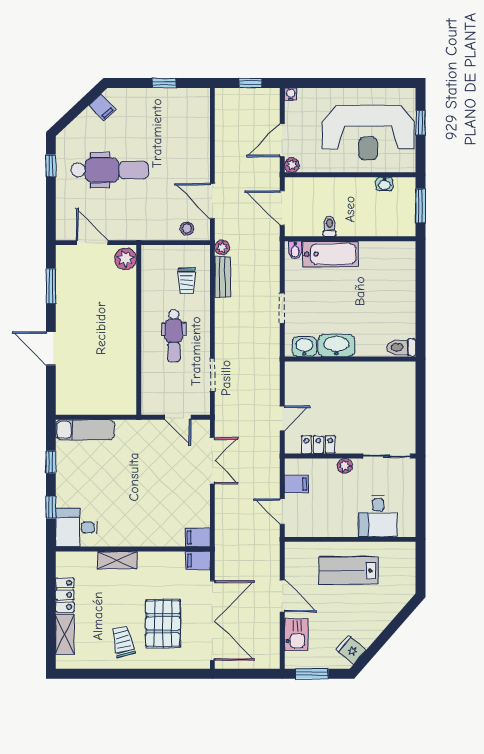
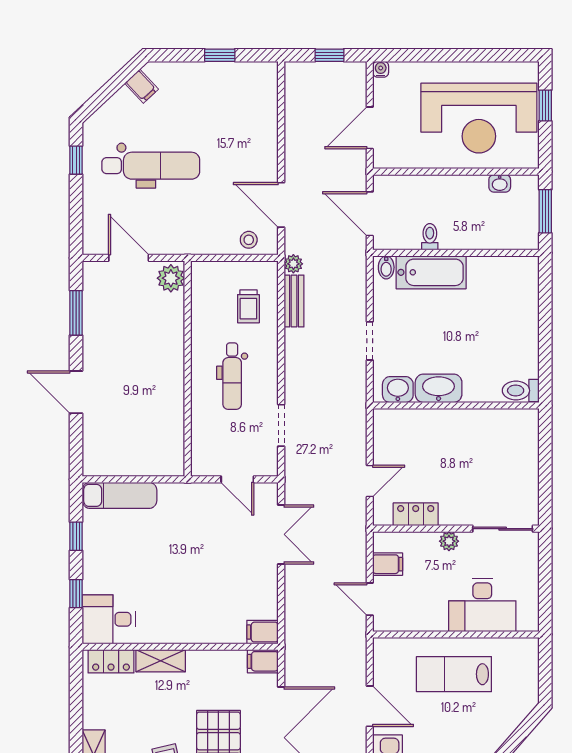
plant: (292, 165) -> (382, 159), removed
desk: (378, 516) -> (482, 605), width x1.37
locker: (65, 595) -> (111, 661), moved, turned 90

